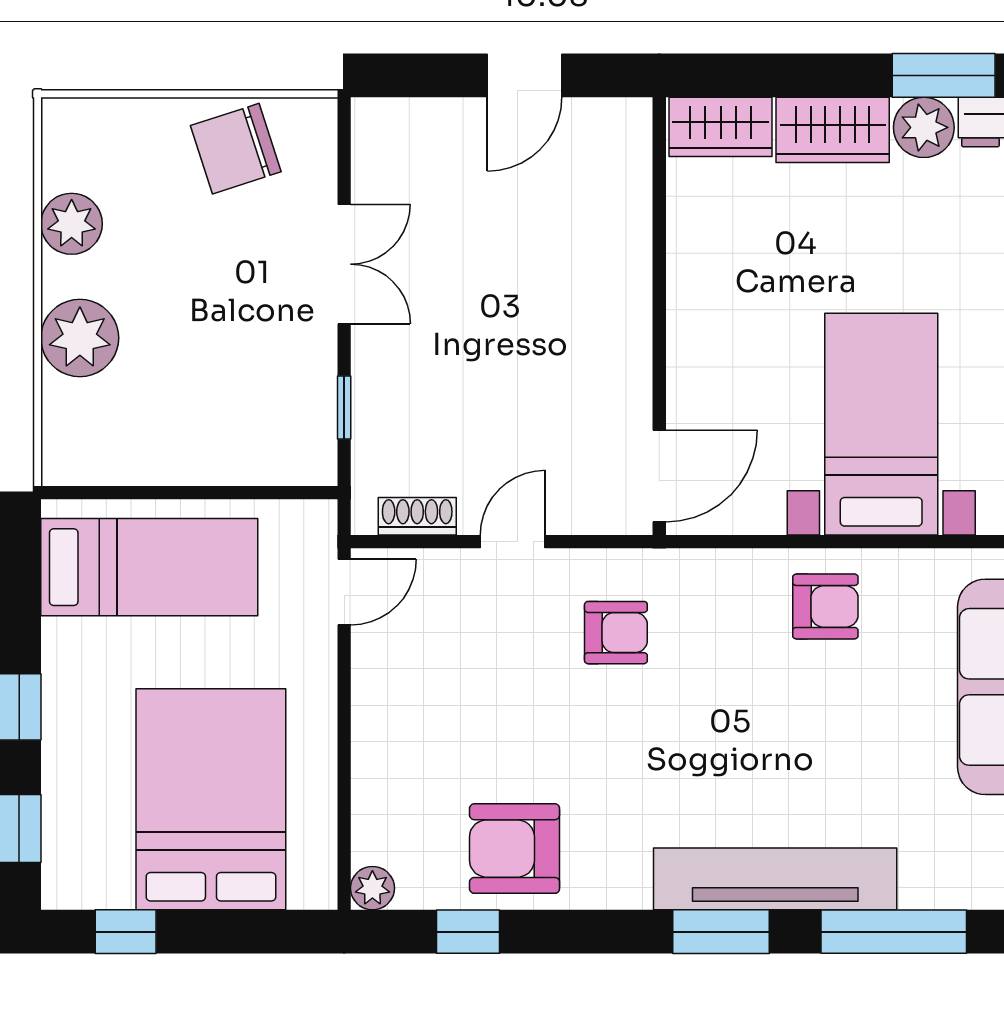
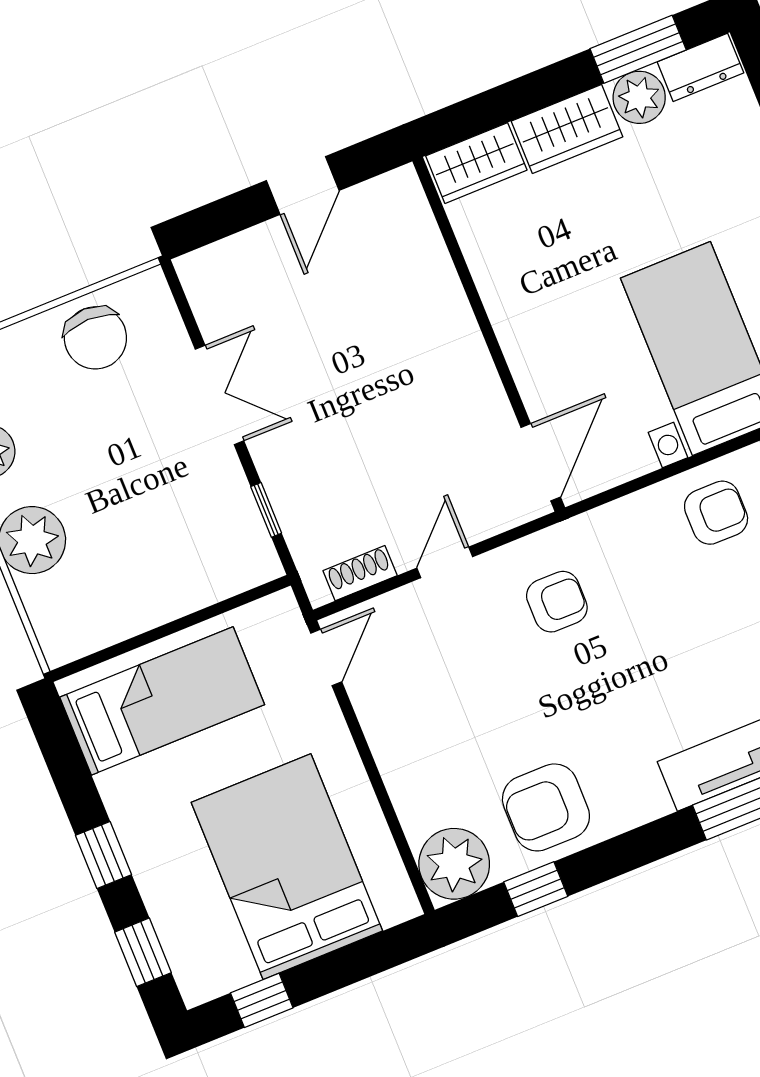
chair: (236, 149) -> (95, 338), turned -72
plant: (372, 888) -> (454, 864), width x1.87, depth x1.87

